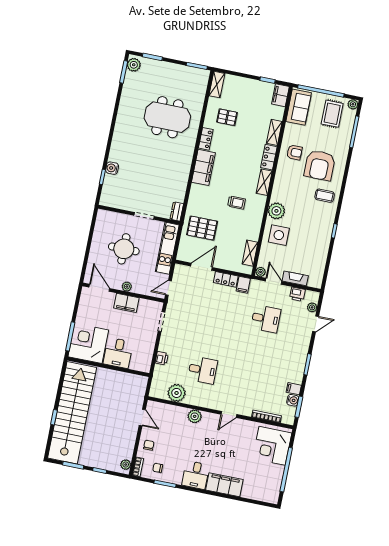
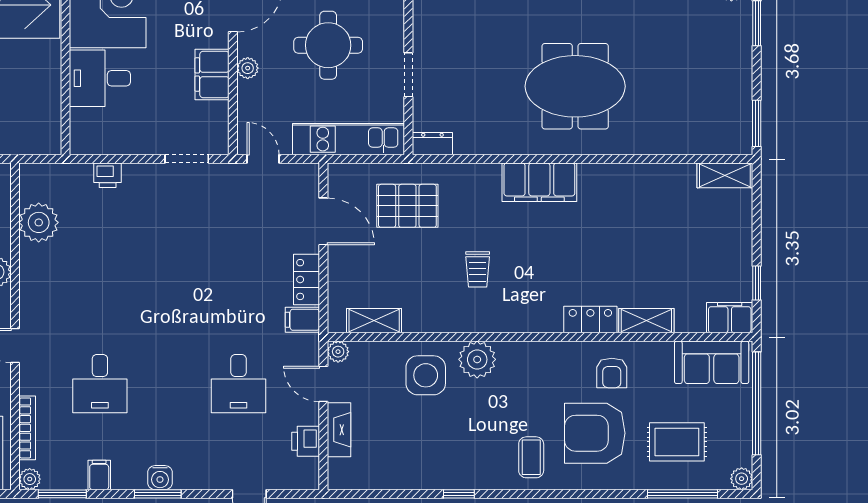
rug: (332, 114) -> (677, 442), moved
meeting table: (167, 117) -> (575, 86), moved, turned 90
pallet: (227, 117) -> (659, 211), removed
locker: (206, 139) -> (602, 175), removed
shelving: (264, 182) -> (534, 320), removed
pallet: (202, 228) -> (407, 206), turned 90
door: (274, 281) -> (323, 384), swing flipped
plant: (312, 307) -> (30, 479), moved
desk: (203, 370) -> (100, 384), moved
water cooler: (293, 400) -> (160, 478), moved

